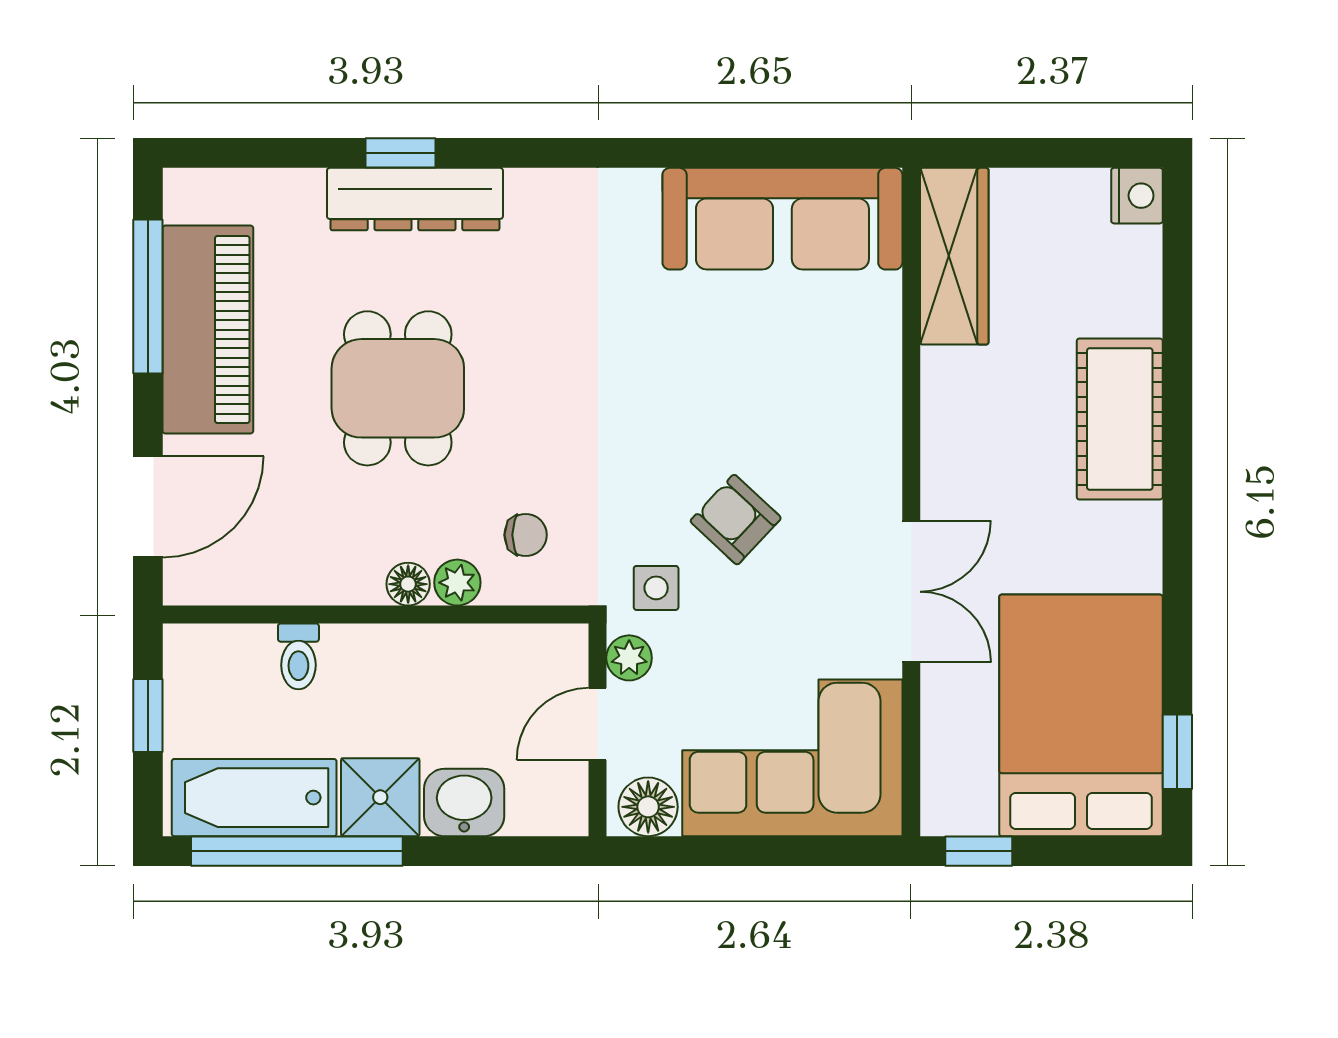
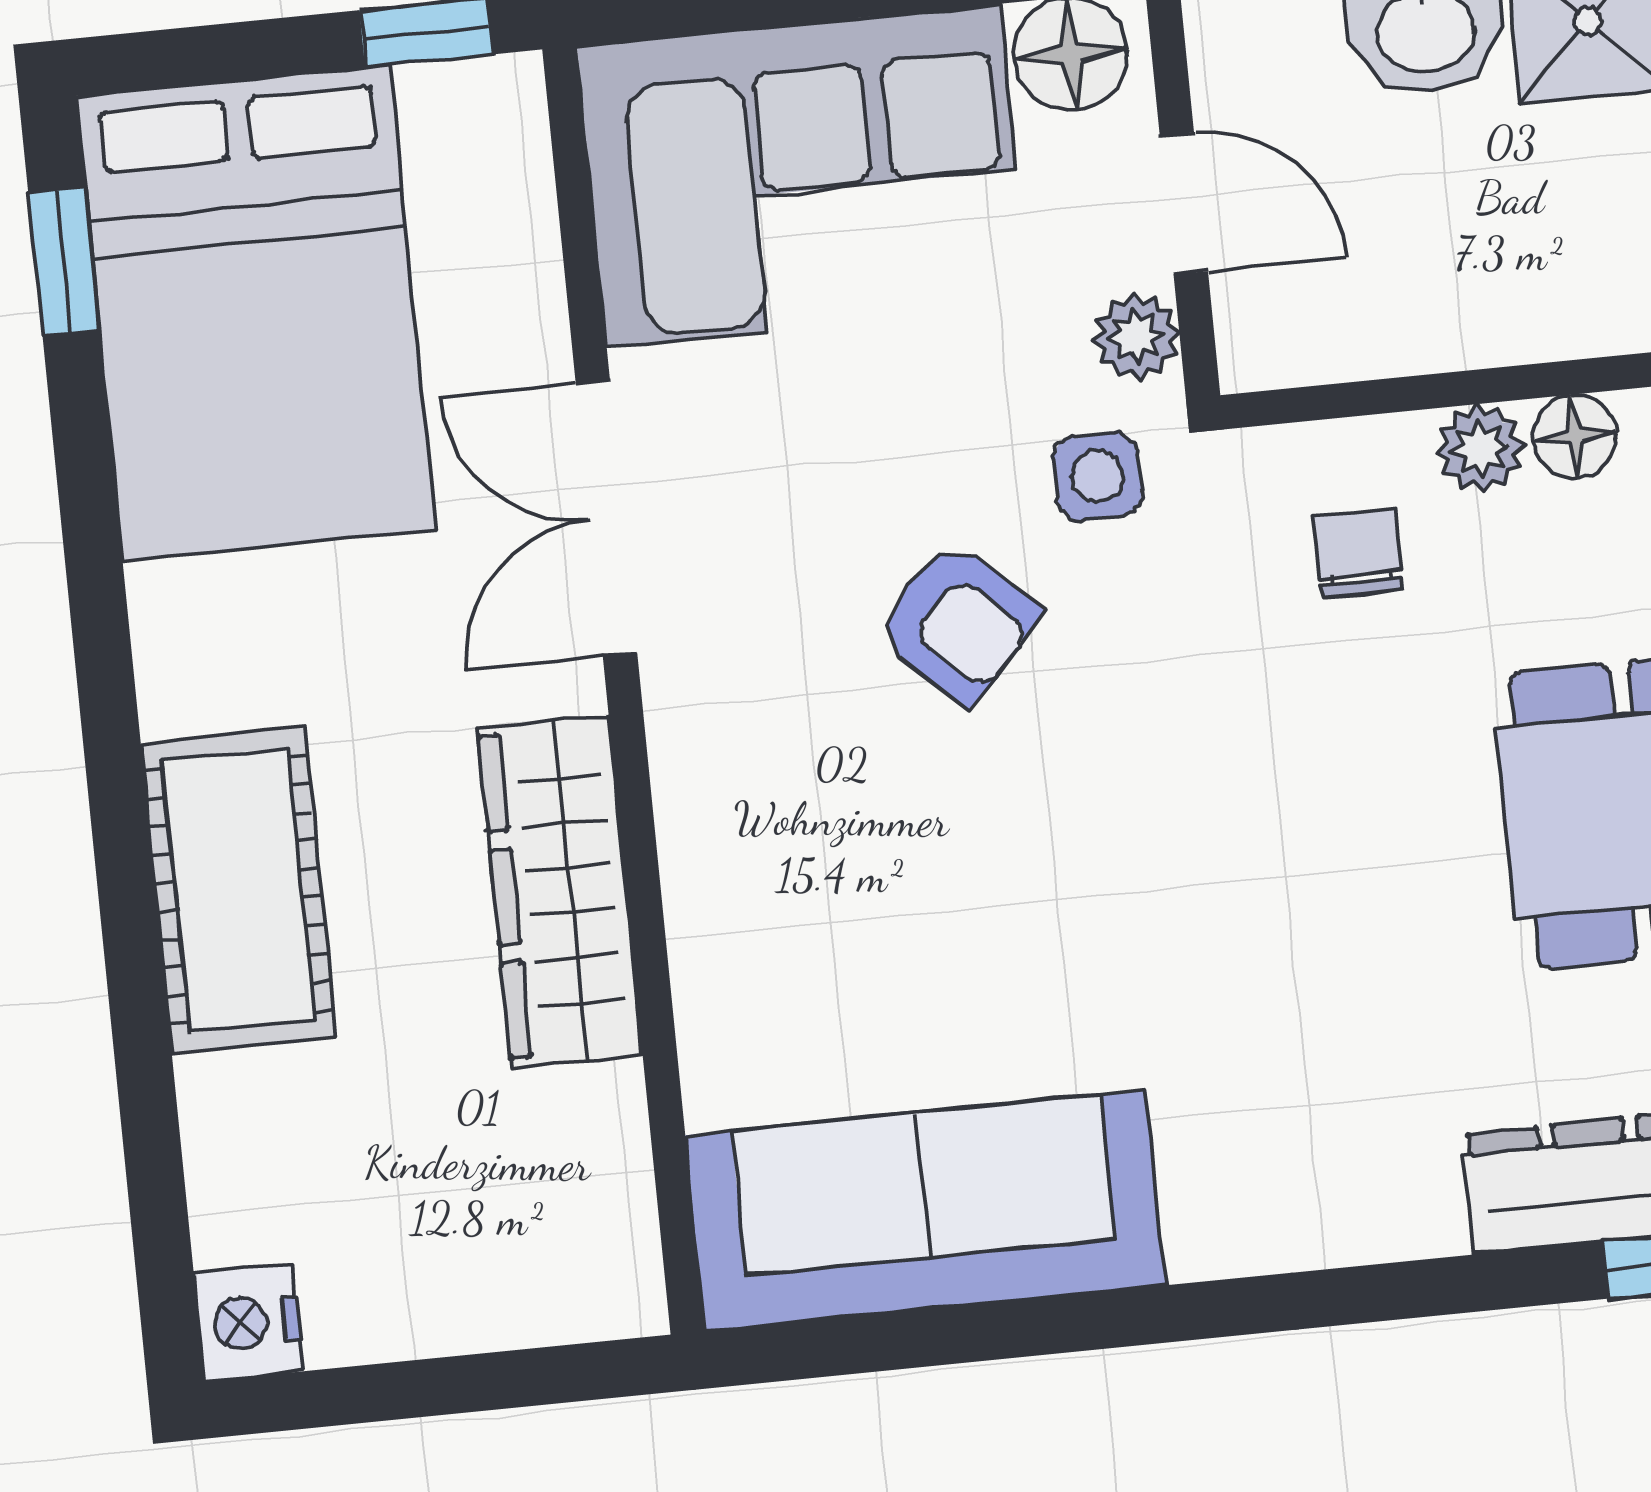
wardrobe: (954, 256) -> (560, 891), moved
chair: (526, 535) -> (1358, 553), turned 89
door: (598, 724) -> (1184, 203), hinge flipped

